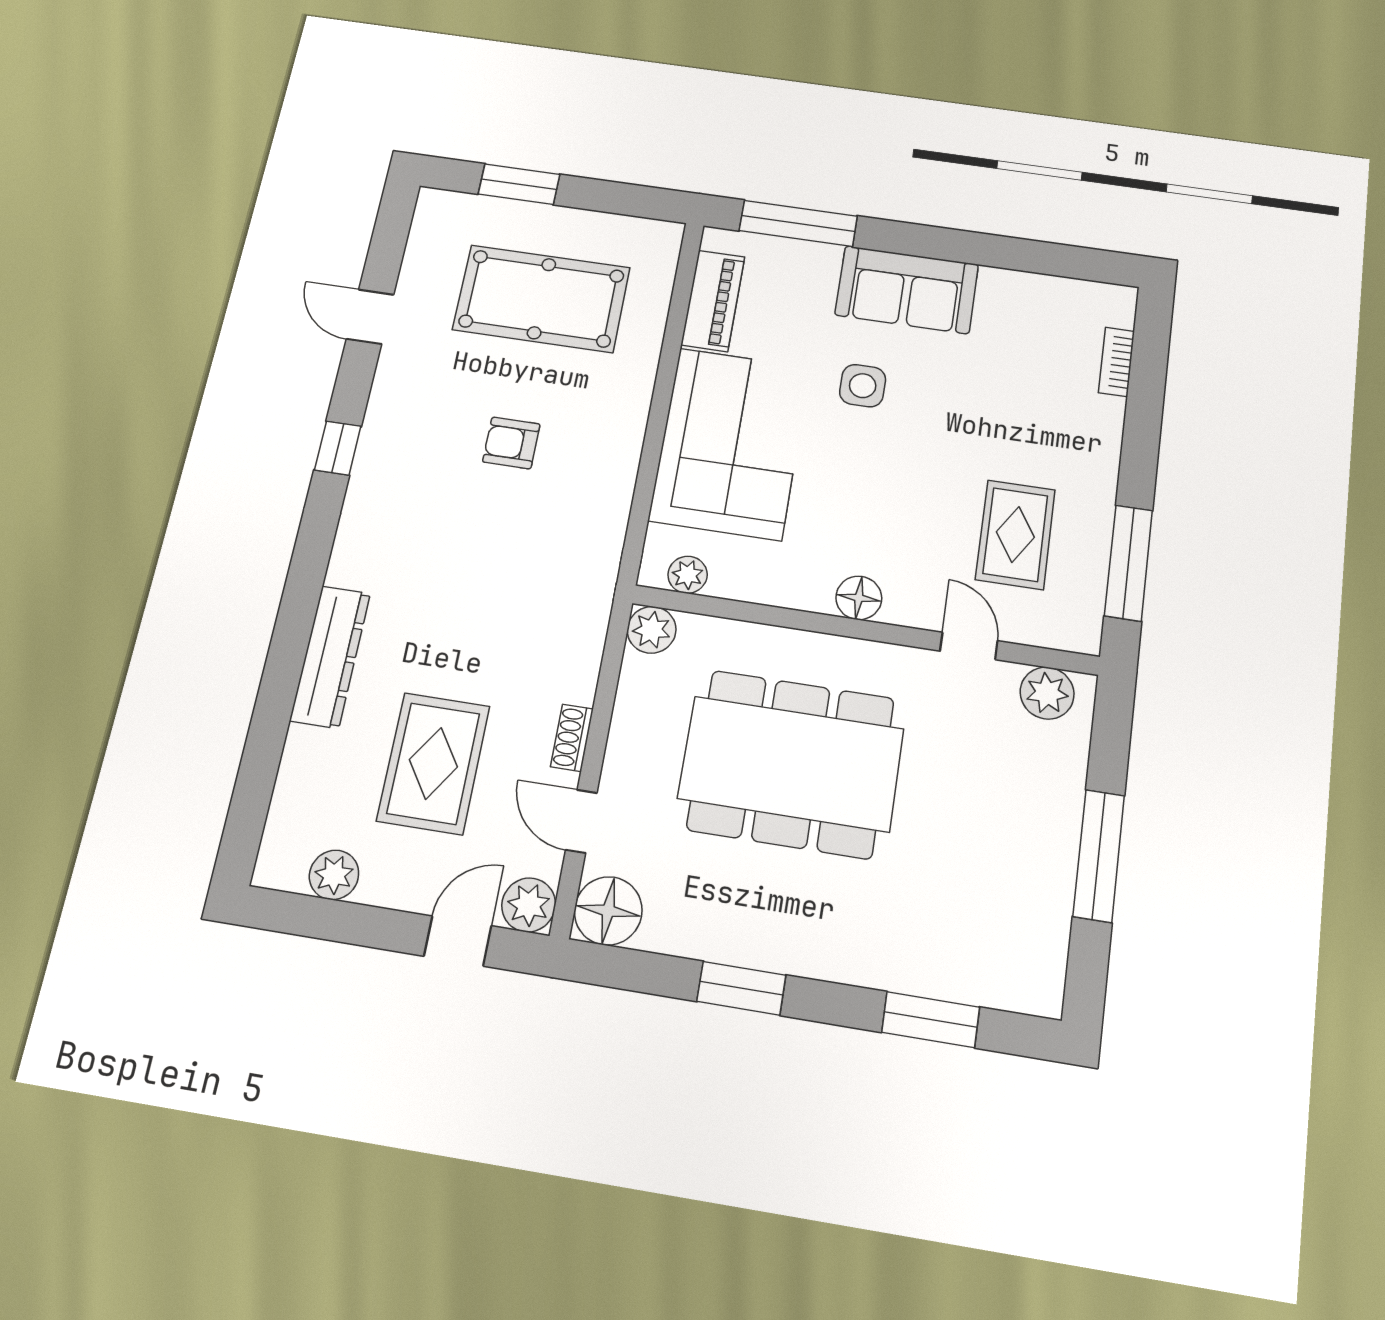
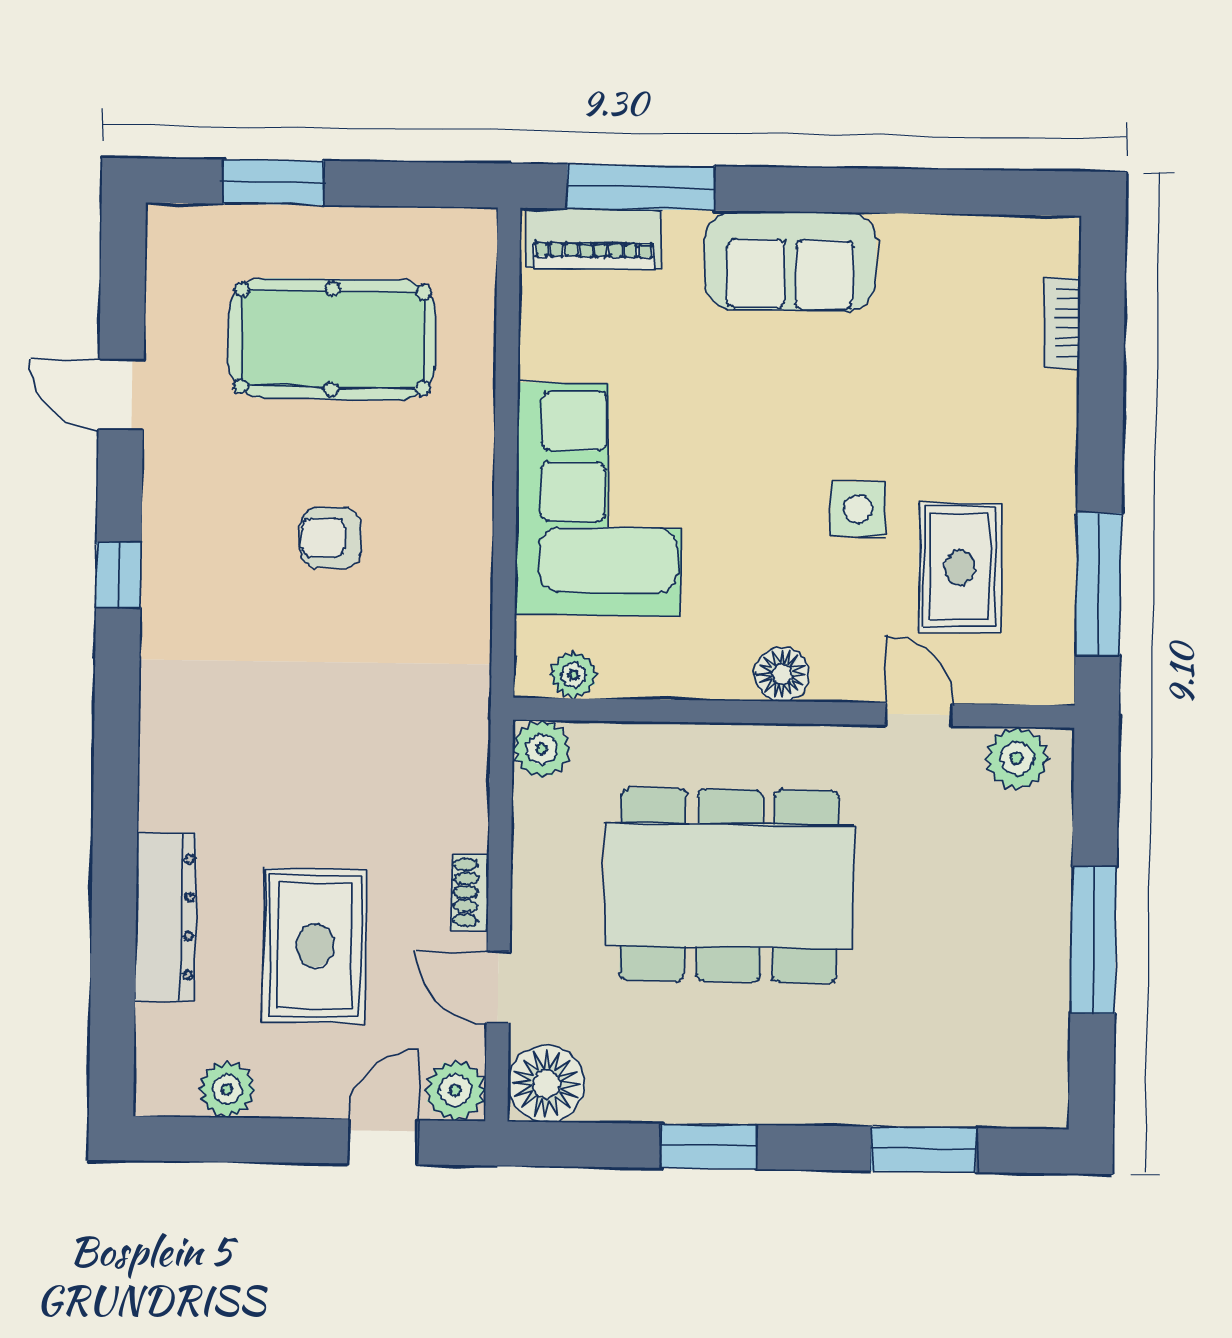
piano: (713, 301) -> (594, 239), moved, turned 90
side table: (863, 386) -> (858, 509), moved
dresser: (330, 657) -> (166, 917), moved

